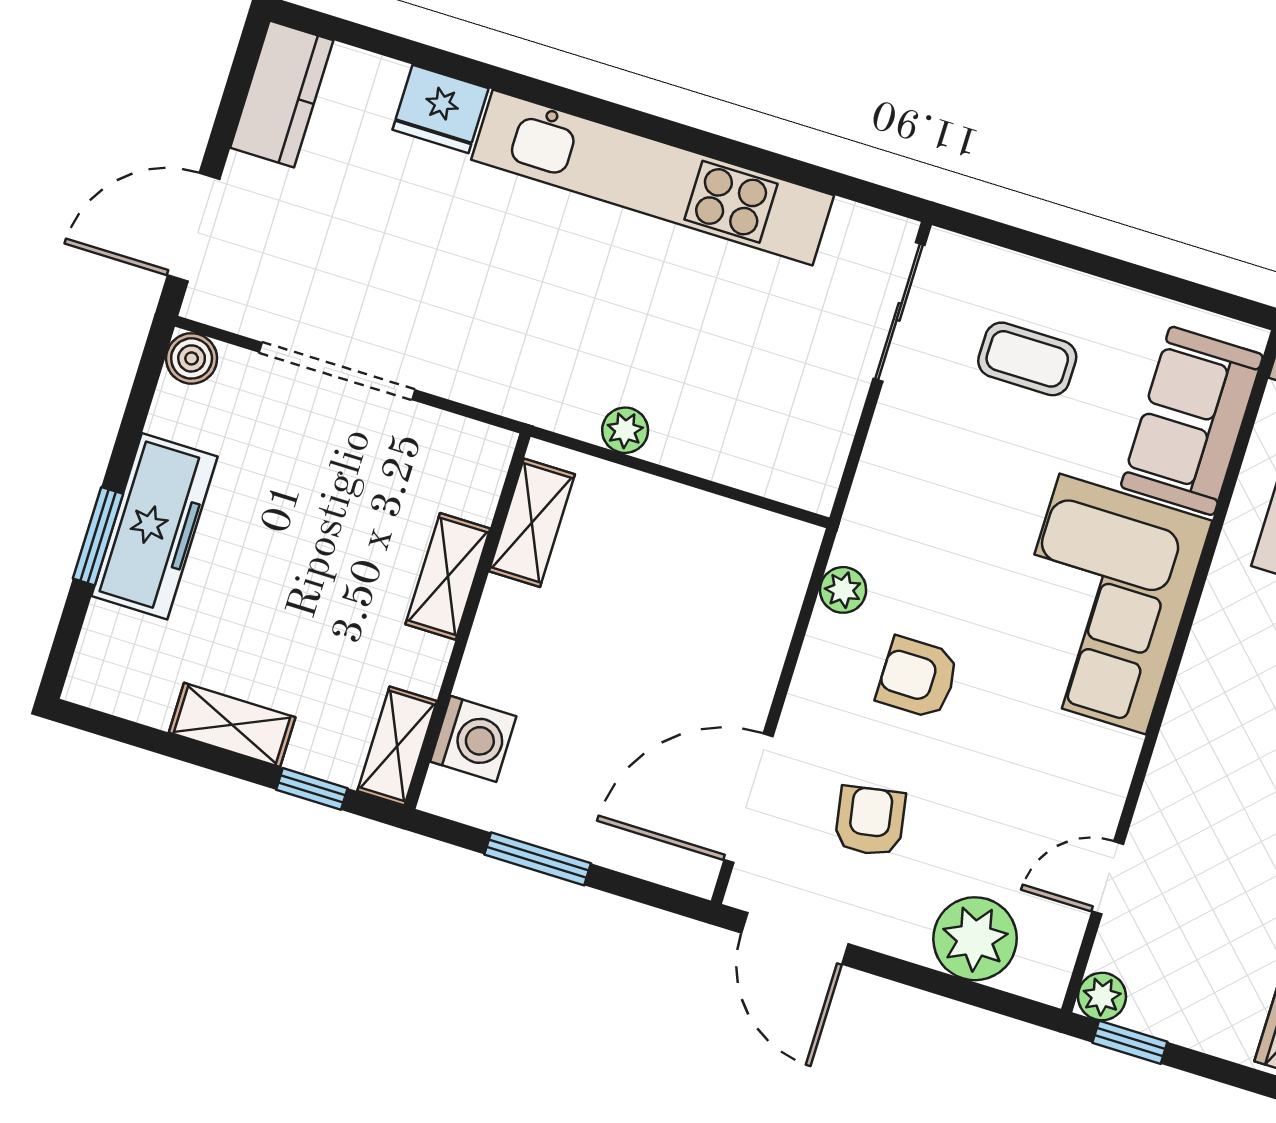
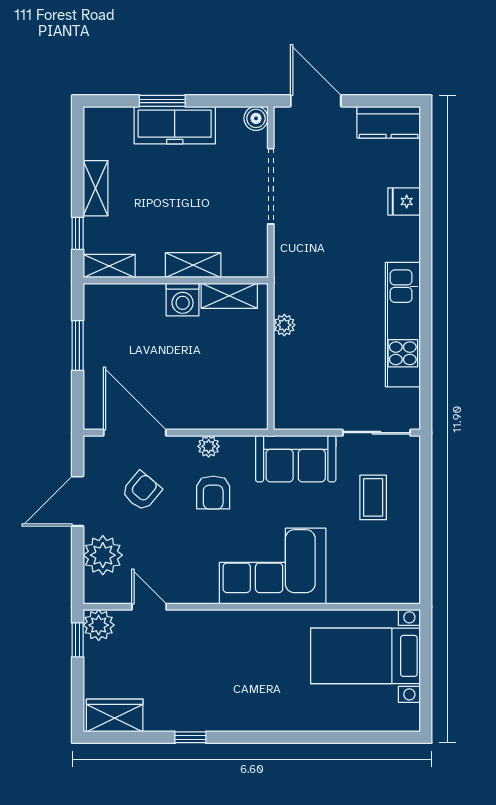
fridge: (440, 109) -> (404, 201), width x0.72
kitchen unit: (653, 177) -> (403, 325), width x0.73
sofa: (1192, 421) -> (296, 459), moved, turned 180
plant: (843, 590) -> (209, 446), moved
armchair: (918, 678) -> (213, 492), turned 180
washing machine: (473, 739) -> (183, 300), moved
armchair: (870, 821) -> (141, 491), turned -40
door: (795, 938) -> (78, 501), moved
plant: (1102, 997) -> (99, 625), width x1.38, depth x1.38

